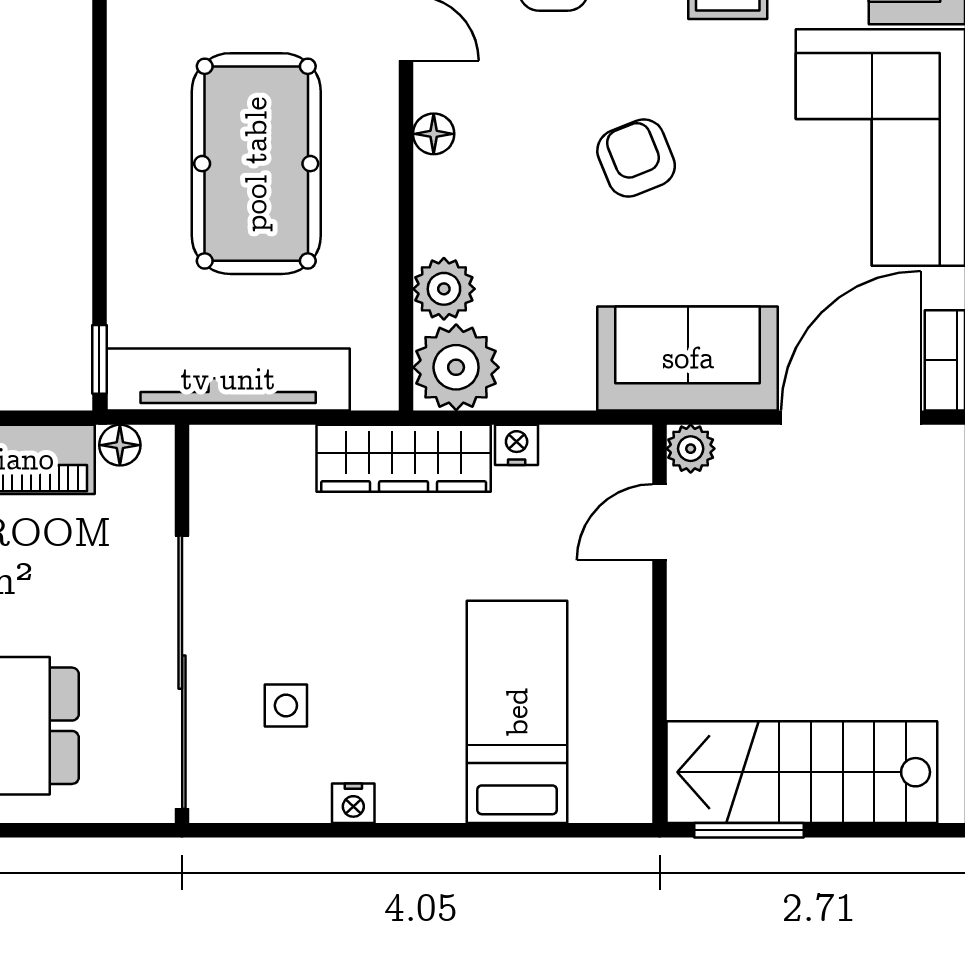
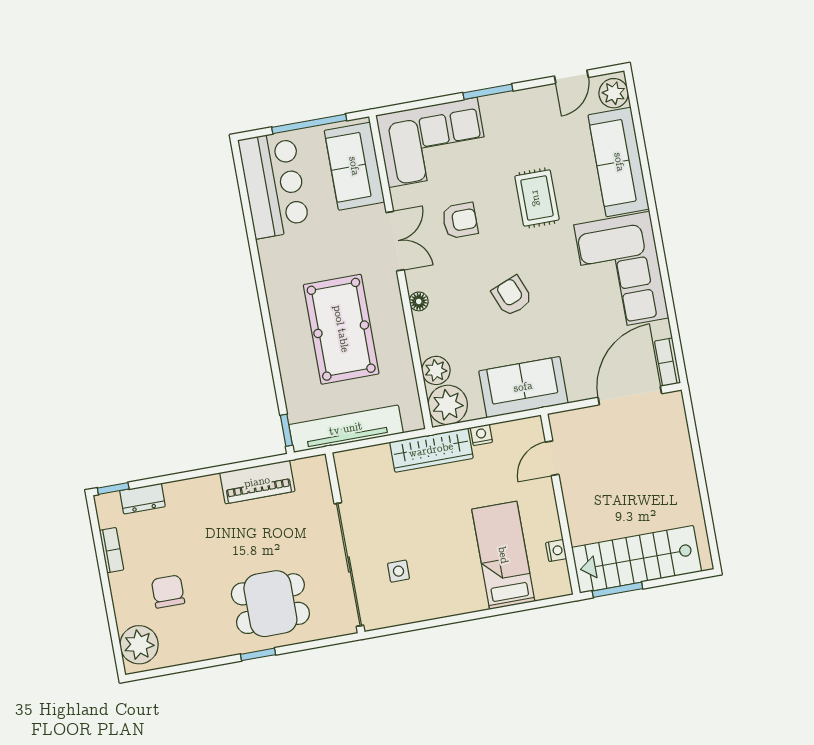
sofa: (688, 358) -> (523, 387), moved
floor lamp: (120, 445) -> (303, 467), removed
plant: (691, 449) -> (560, 423), removed
nightstand: (353, 803) -> (556, 551), moved, turned -90

